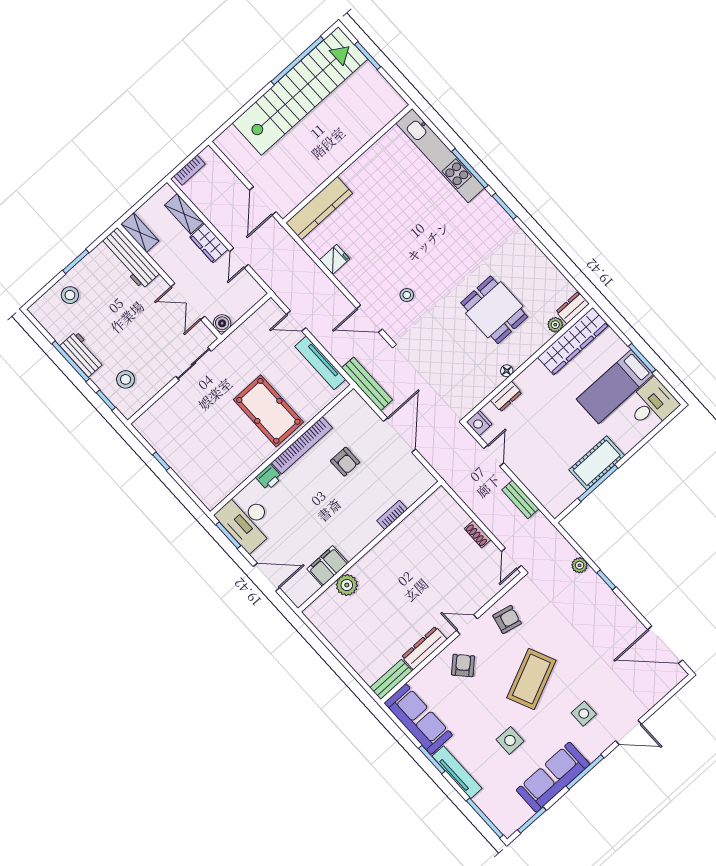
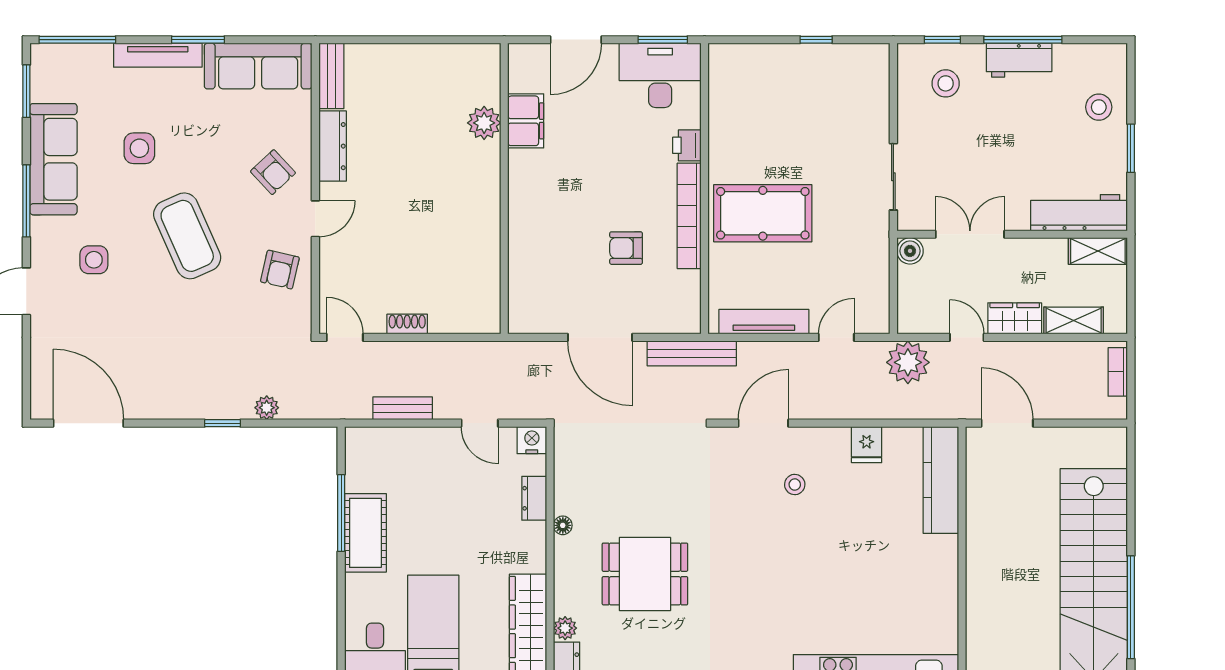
plant: (277, 276) -> (908, 362), added
stool: (407, 295) -> (795, 485), moved
bookcase: (392, 515) -> (517, 247), removed
door: (665, 645) -> (88, 423), hinge flipped

